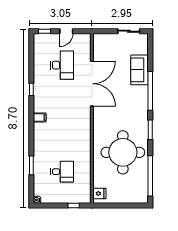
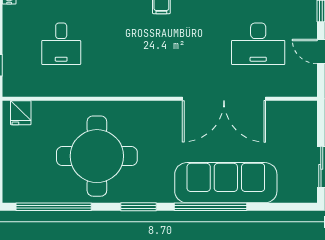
sofa: (140, 70) -> (226, 183), width x1.85, depth x1.27

